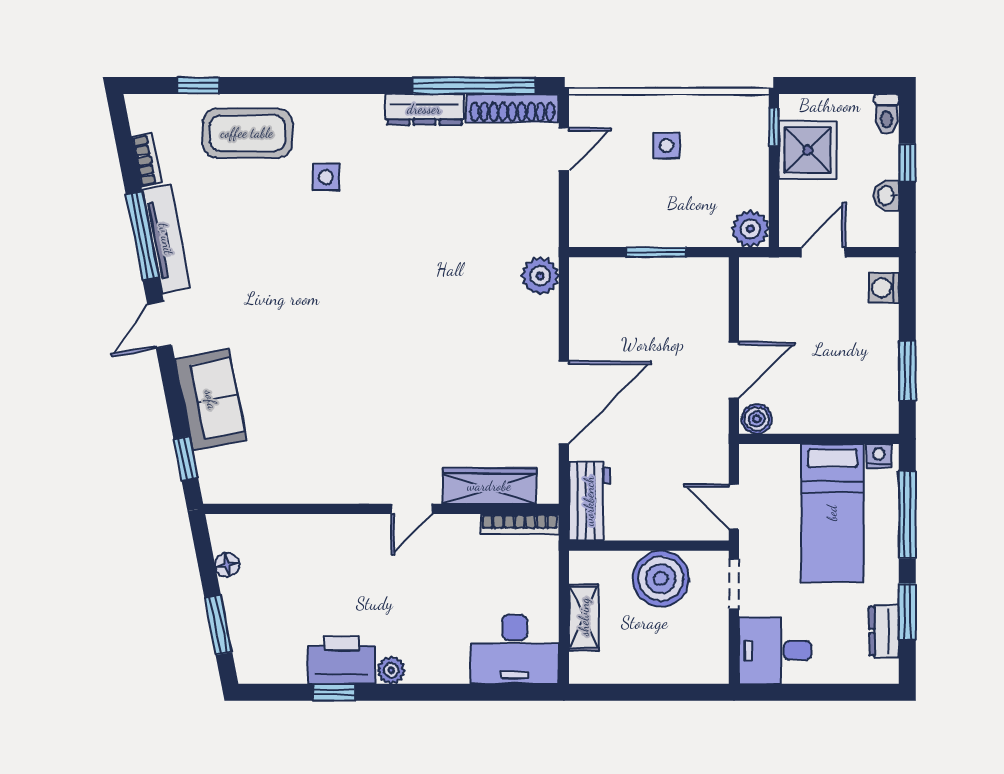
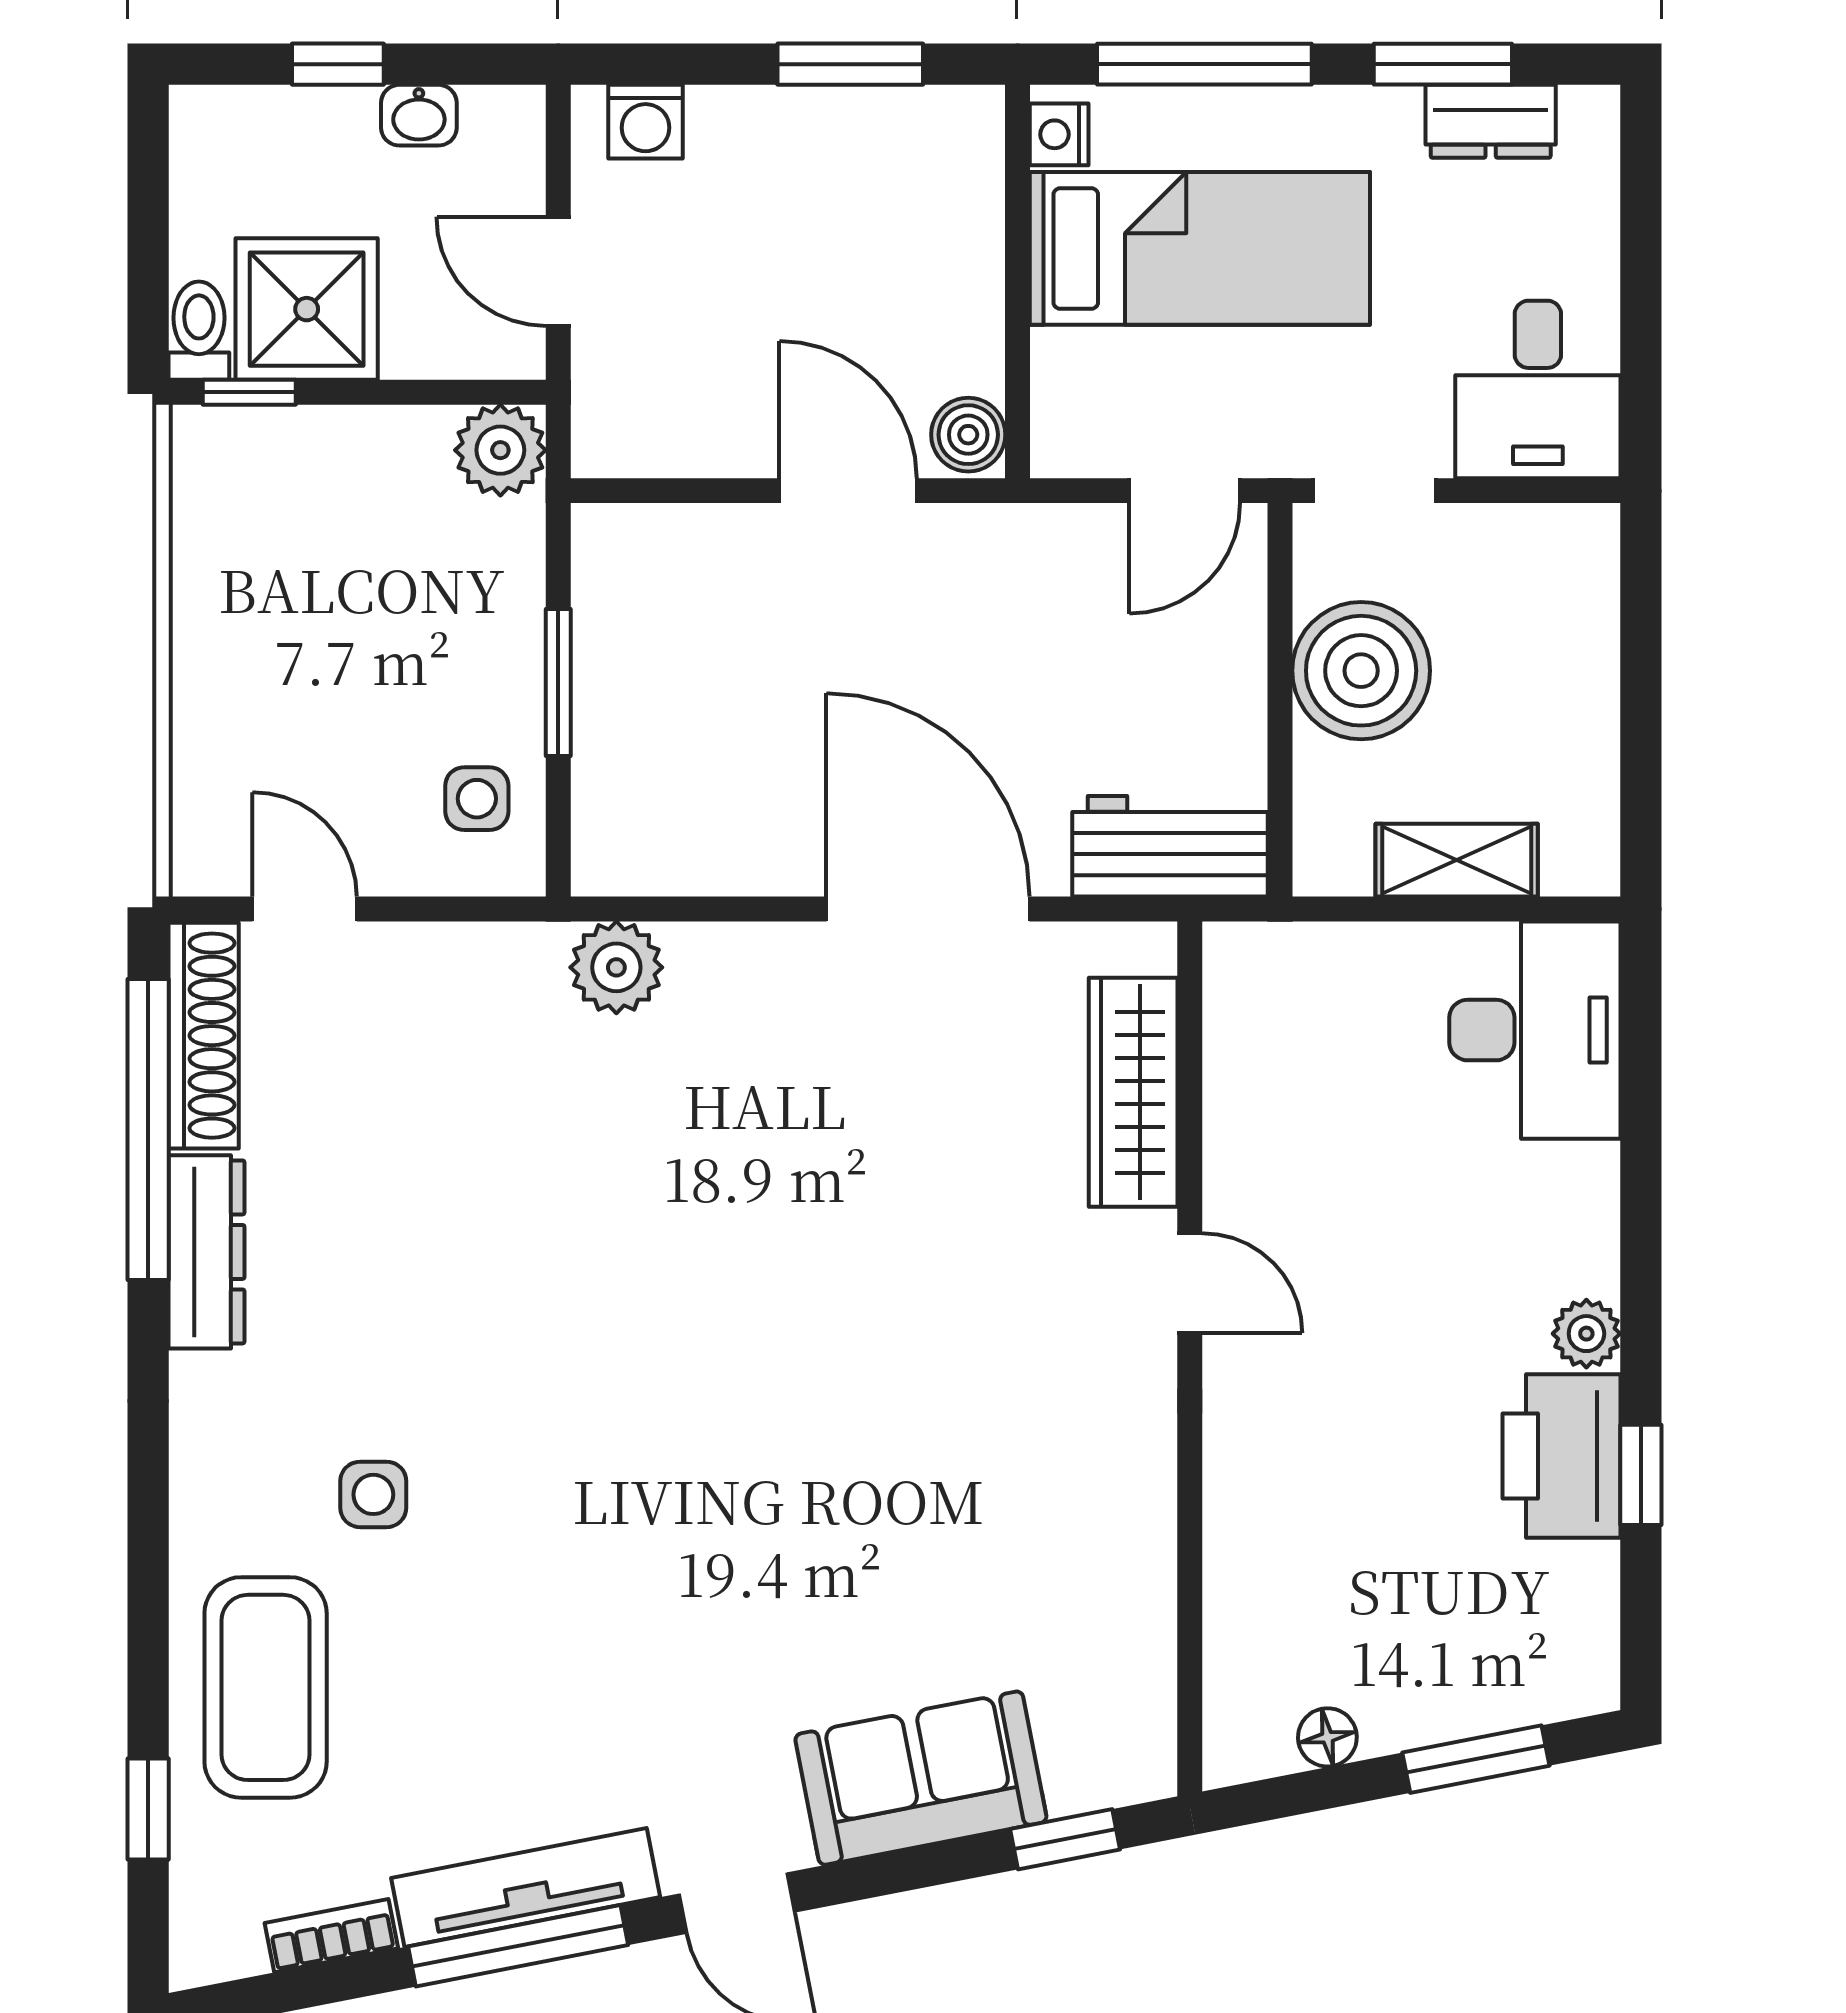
toilet: (887, 114) -> (199, 331), moved, turned -90
side table: (667, 146) -> (477, 799), moved
bookcase: (520, 524) -> (1227, 1017), removed

